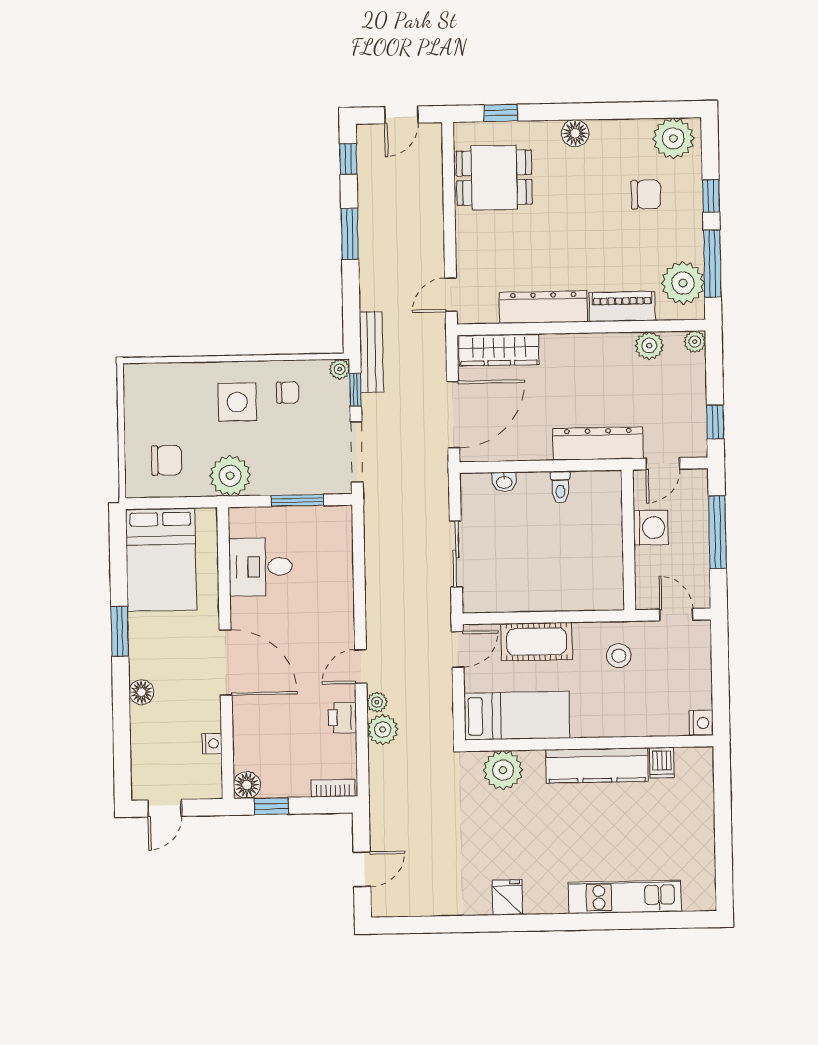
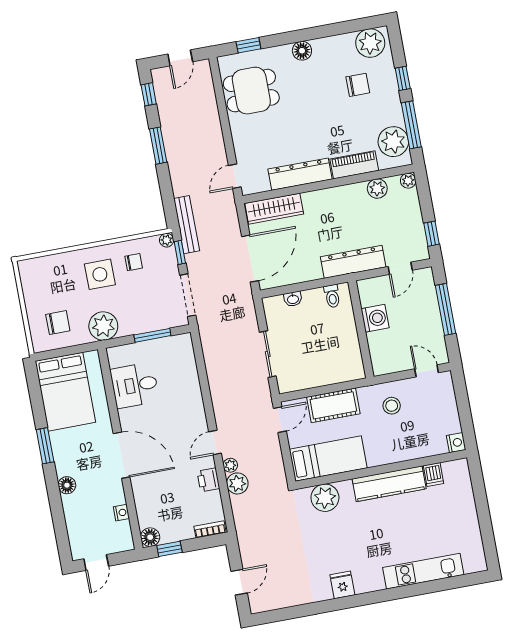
washing machine: (651, 528) -> (375, 318), moved
wall: (628, 540) -> (361, 329), moved

